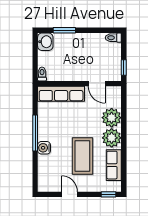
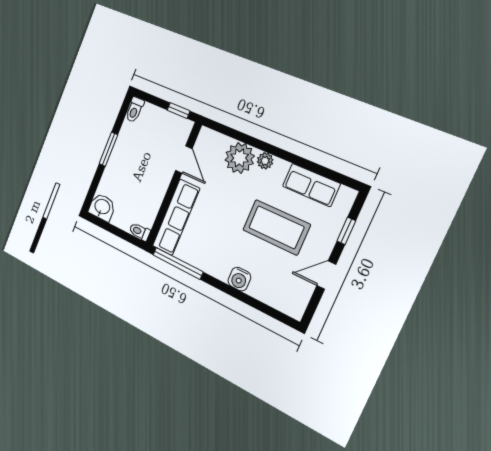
window: (64, 30) -> (108, 149), moved
door: (97, 84) -> (184, 160), hinge flipped
window: (35, 133) -> (178, 263), moved
plant: (112, 138) -> (265, 161), width x0.53, depth x0.53
window: (108, 194) -> (346, 231), moved

